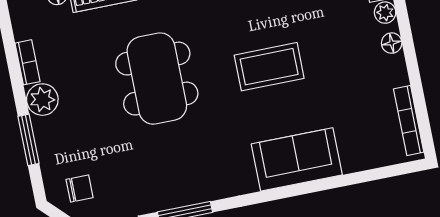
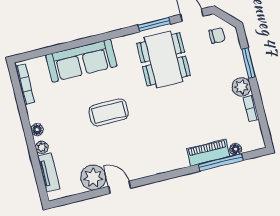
dining table: (157, 79) -> (164, 59), moved
sofa: (297, 159) -> (81, 61), width x1.36
chair: (80, 189) -> (217, 36), turned 180

